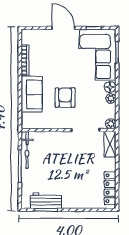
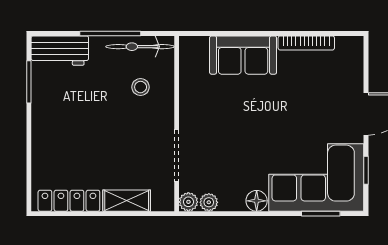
armchair: (65, 97) -> (237, 117), removed
plant: (111, 99) -> (209, 202), moved
shelving: (110, 144) -> (127, 201), moved
stool: (49, 150) -> (141, 87), added
workbench: (46, 201) -> (60, 51), moved, turned 90

